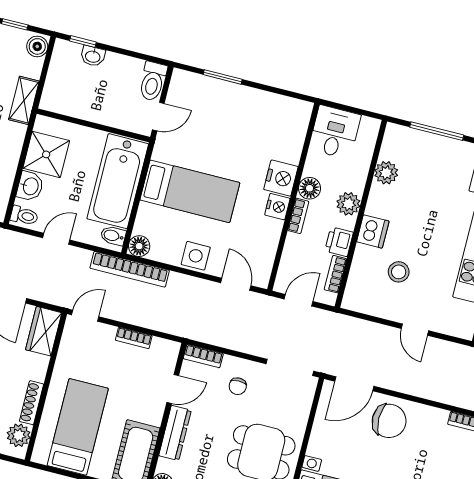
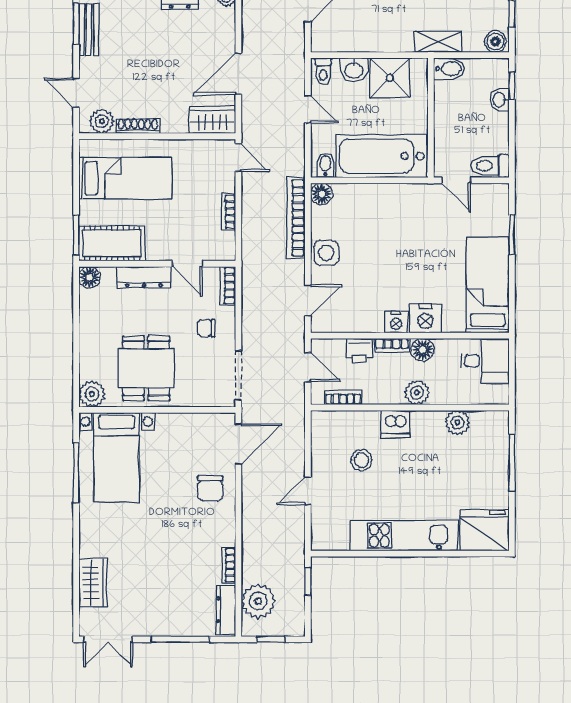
bidet: (52, 96) -> (449, 69), added
bed: (190, 191) -> (488, 285), moved, turned 180
printer: (339, 242) -> (360, 350), moved, turned 180
bookcase: (130, 269) -> (296, 218), moved
door: (354, 384) -> (238, 444), swing flipped
chair: (389, 421) -> (210, 488), width x0.73, depth x0.73

